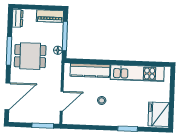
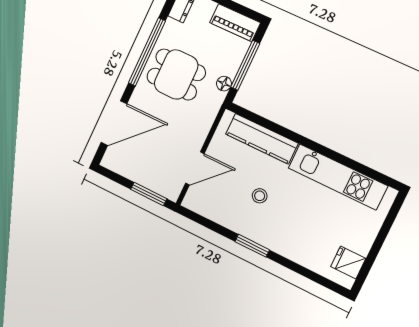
window: (9, 51) -> (147, 52), width x1.46
fridge: (159, 114) -> (348, 263), width x0.53, depth x0.75
window: (128, 129) -> (252, 246), moved

